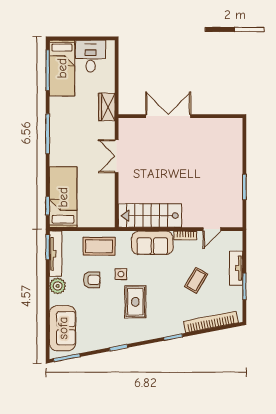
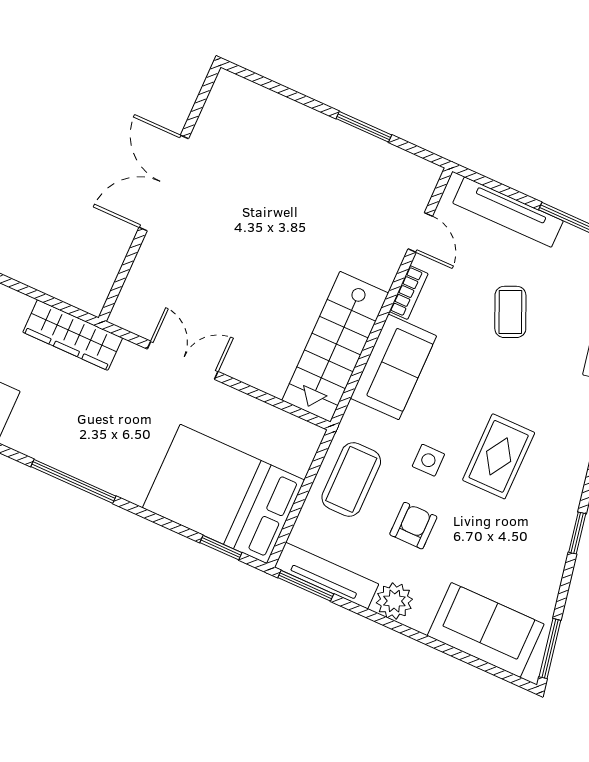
wardrobe: (107, 107) -> (73, 335), width x1.50
double door: (168, 116) -> (164, 183), moved
double door: (117, 156) -> (183, 360), swing flipped
bed: (63, 197) -> (224, 494), width x1.50
tv unit: (236, 268) -> (508, 212), width x1.41
coffee table: (196, 280) -> (510, 312), turned 36
rug: (135, 302) -> (499, 456), turned 90

